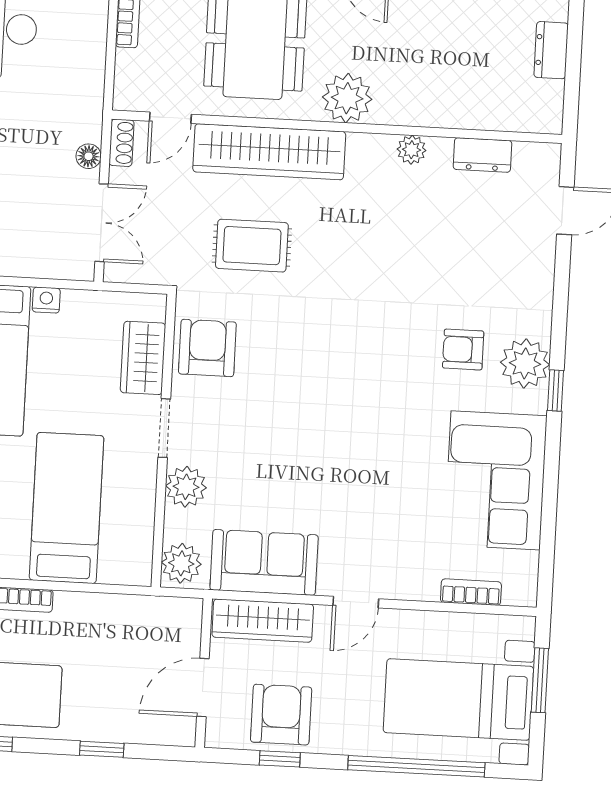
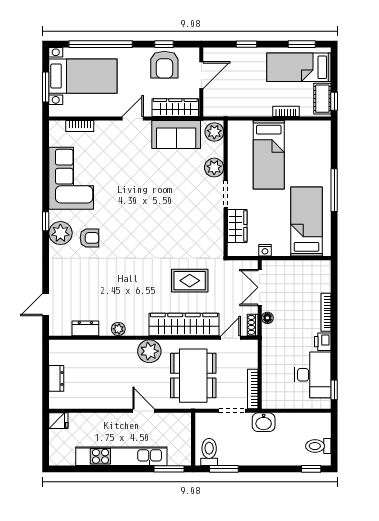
nightstand: (46, 300) -> (265, 250), moved
armchair: (207, 348) -> (208, 232), removed

